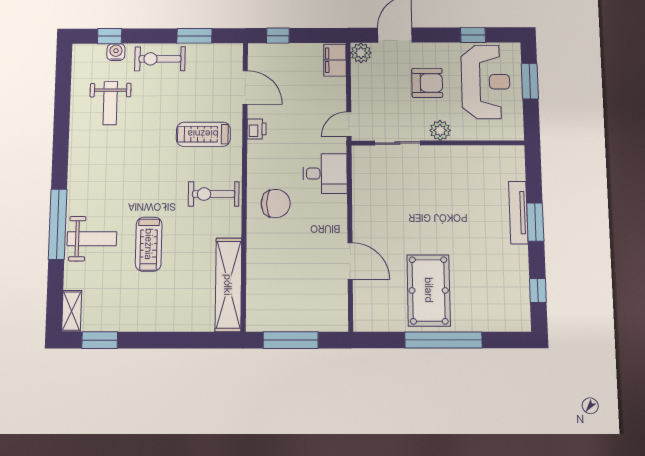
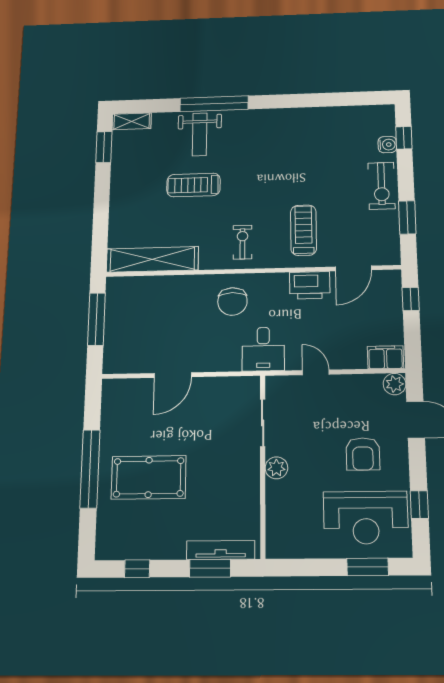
exercise bike: (160, 59) -> (382, 186), turned 180
weight bench: (110, 103) -> (334, 142), removed
printer: (257, 129) -> (310, 285), width x1.87, depth x1.48
plant: (440, 130) -> (276, 468), moved
sliding door: (397, 143) -> (263, 423), moved
wall: (438, 143) -> (263, 465), moved
exercise bike: (214, 194) -> (242, 242), width x0.73, depth x0.72
pool table: (429, 290) -> (149, 477), moved

